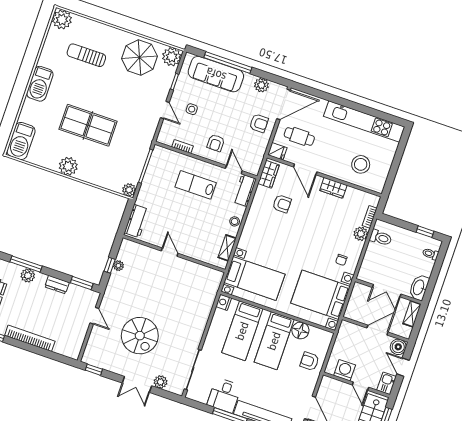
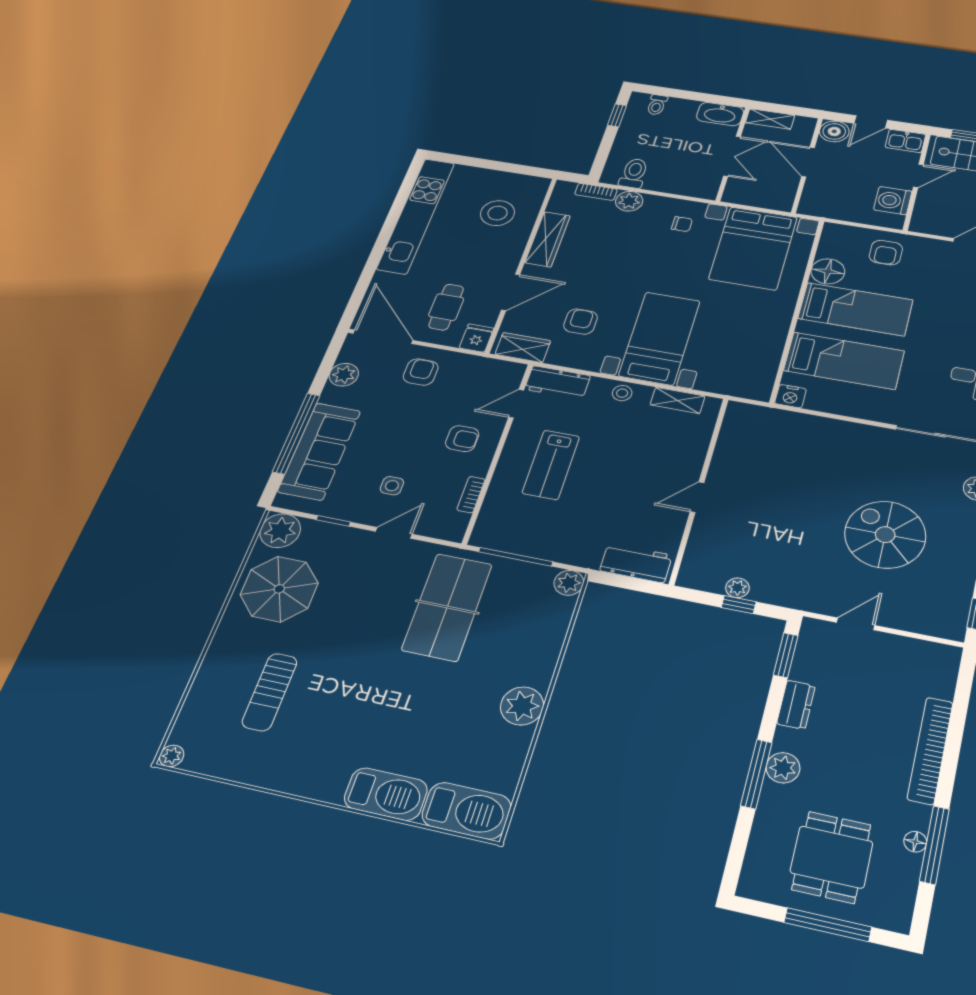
plant: (62, 20) -> (172, 756), width x0.53, depth x0.53
barbecue: (40, 84) -> (386, 794), moved
table tennis table: (88, 125) -> (447, 607), moved
wardrobe: (333, 188) -> (548, 239), width x1.50
bed with nightstands: (254, 278) -> (660, 338), moved
spiral stairs: (140, 336) -> (885, 535), turned -90

